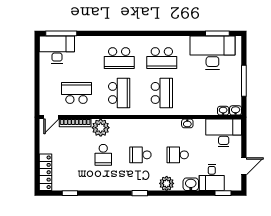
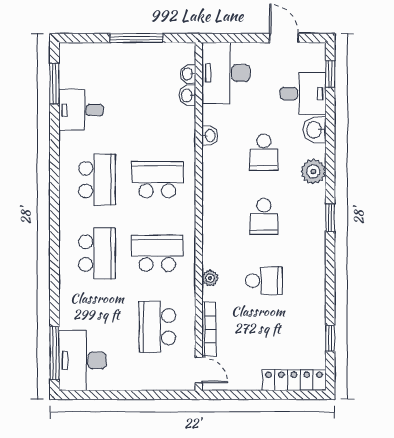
desk: (212, 53) -> (81, 110), width x0.53, depth x0.77
washbasin: (236, 110) -> (187, 95), moved
plant: (101, 128) -> (210, 278), width x0.53, depth x0.53

